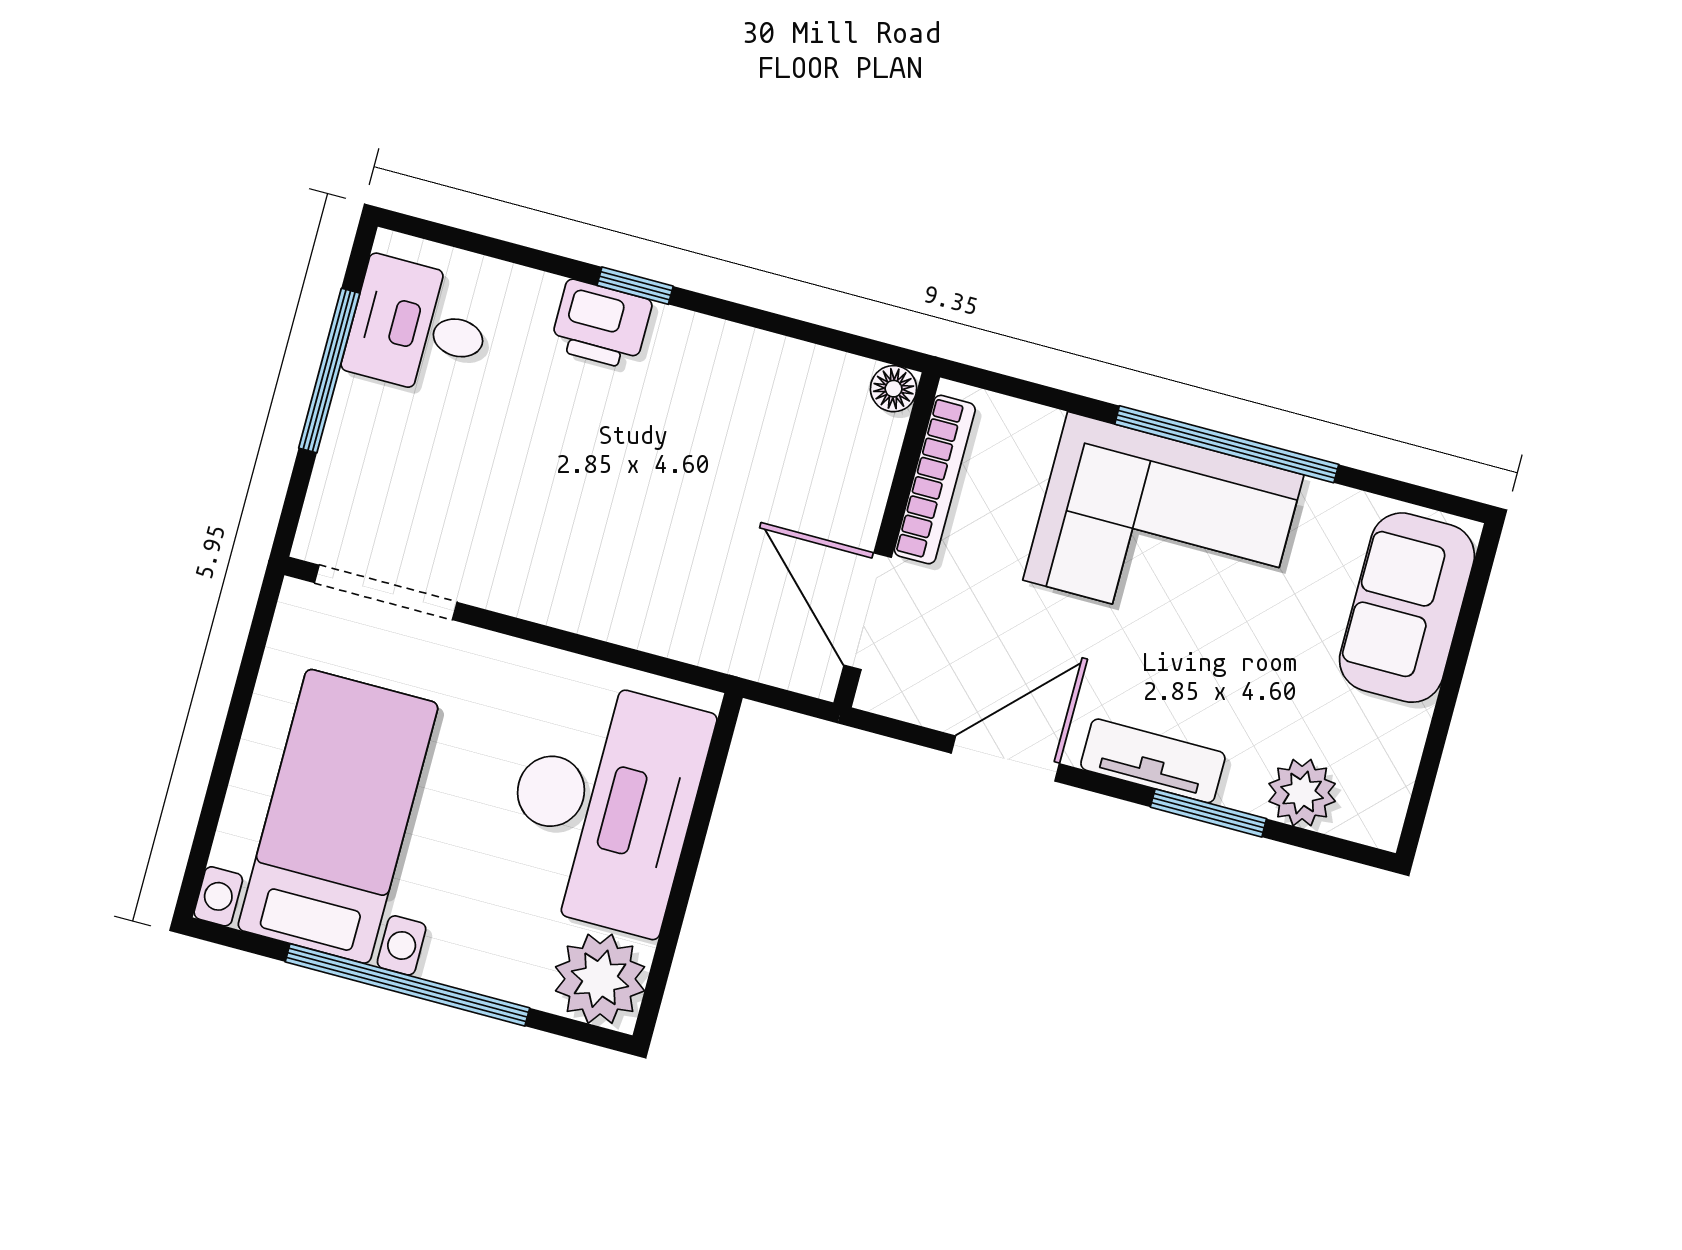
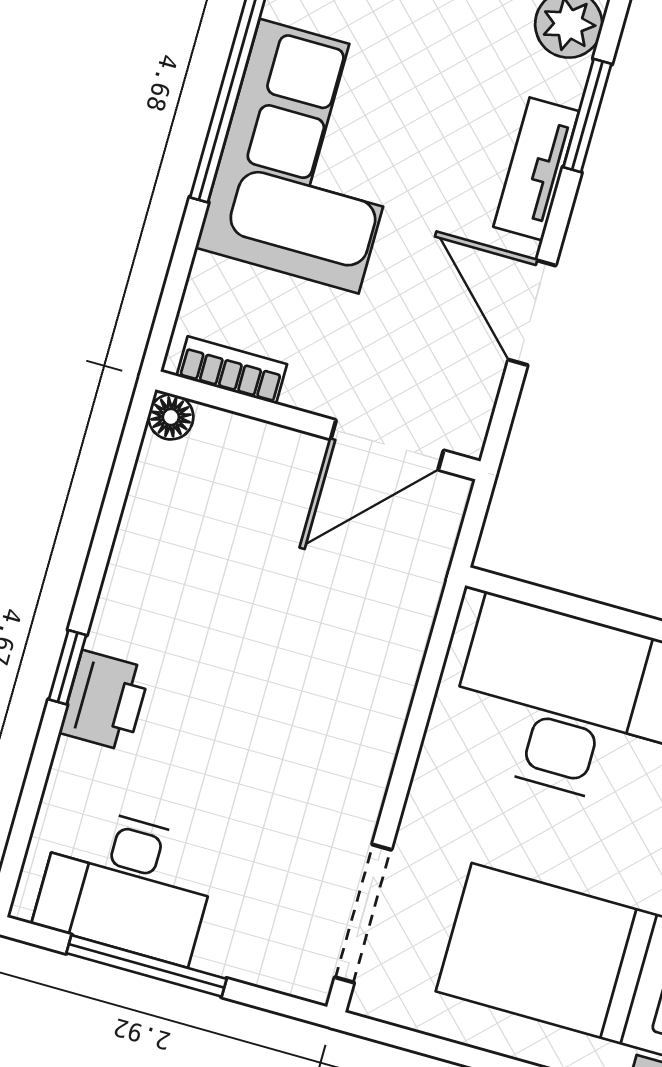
desk: (419, 327) -> (127, 884), width x1.37
bookcase: (935, 480) -> (232, 370), width x0.64

